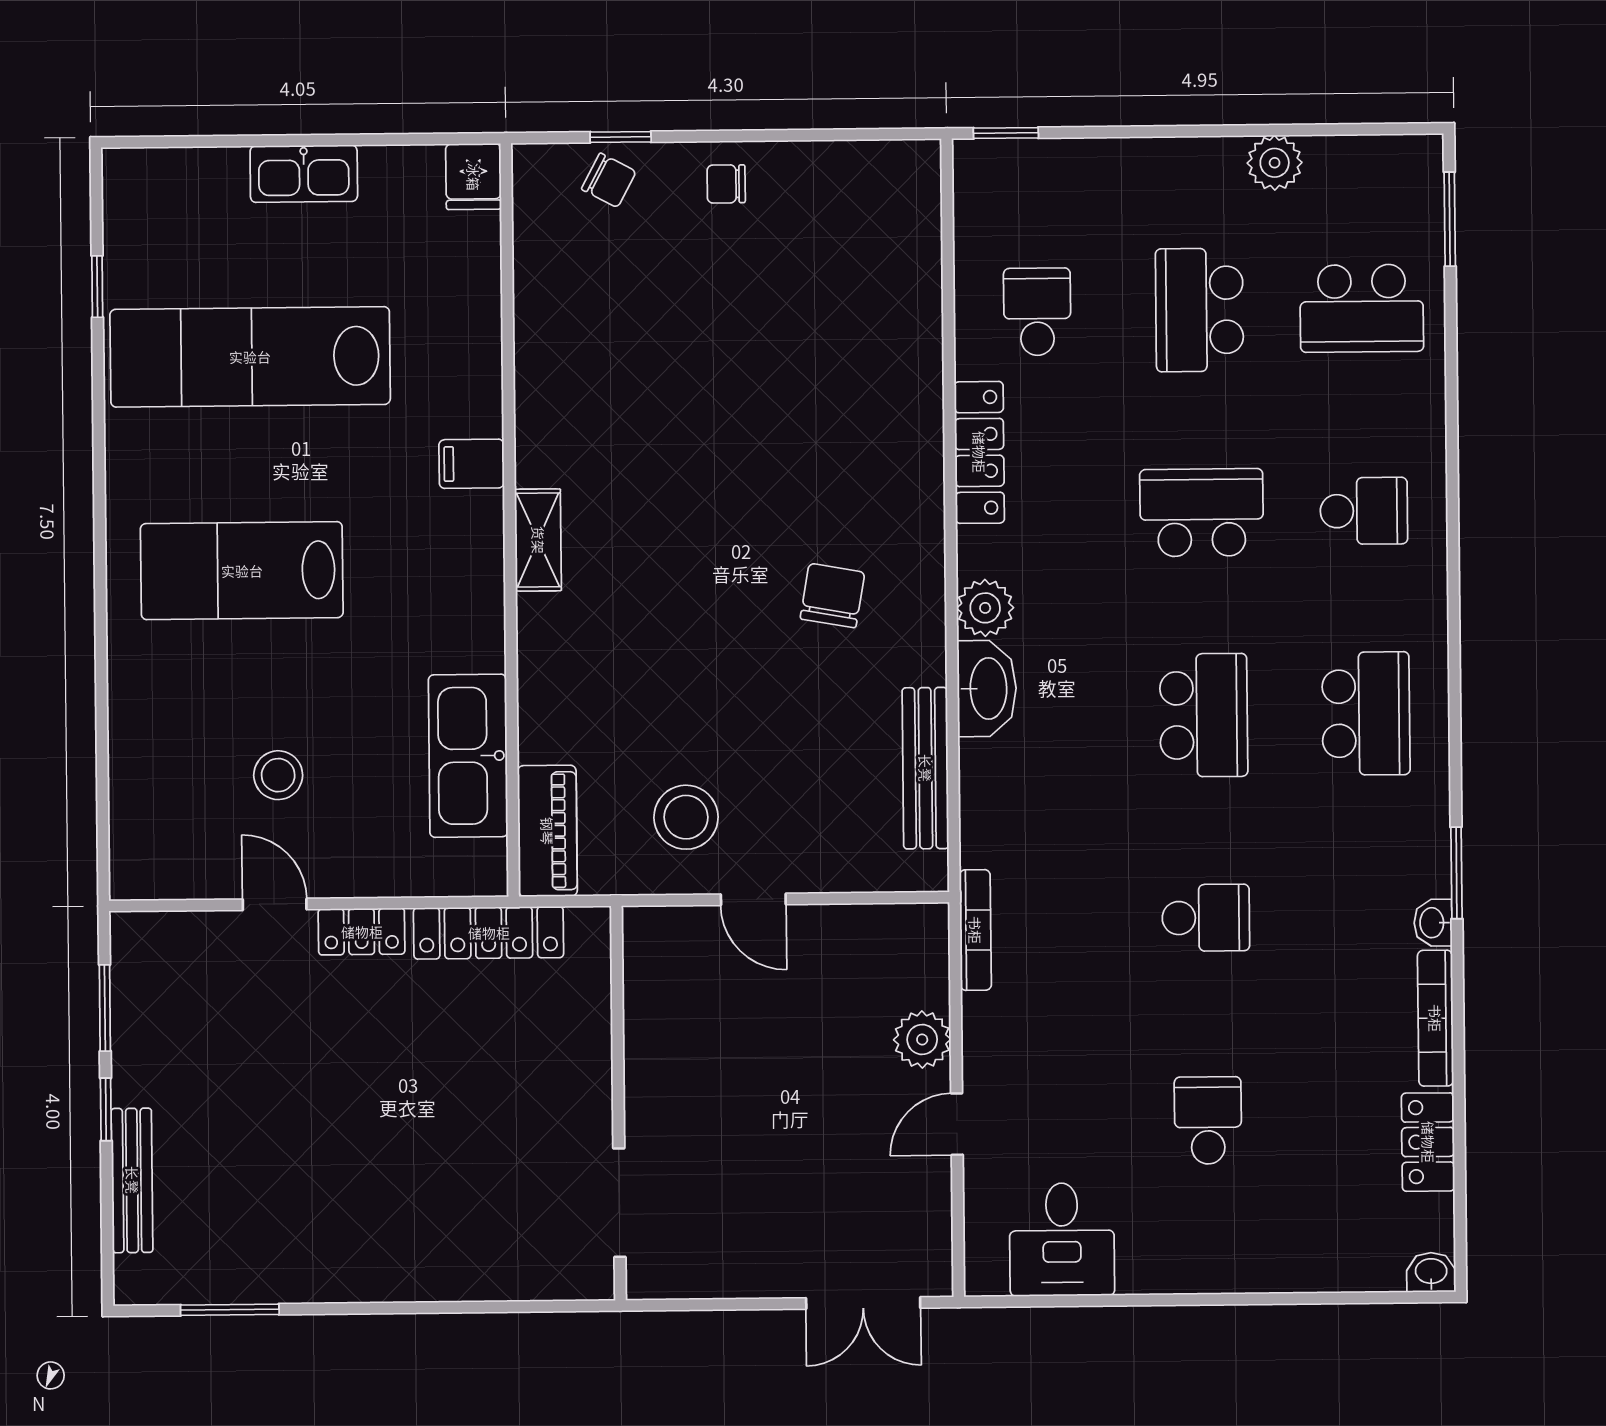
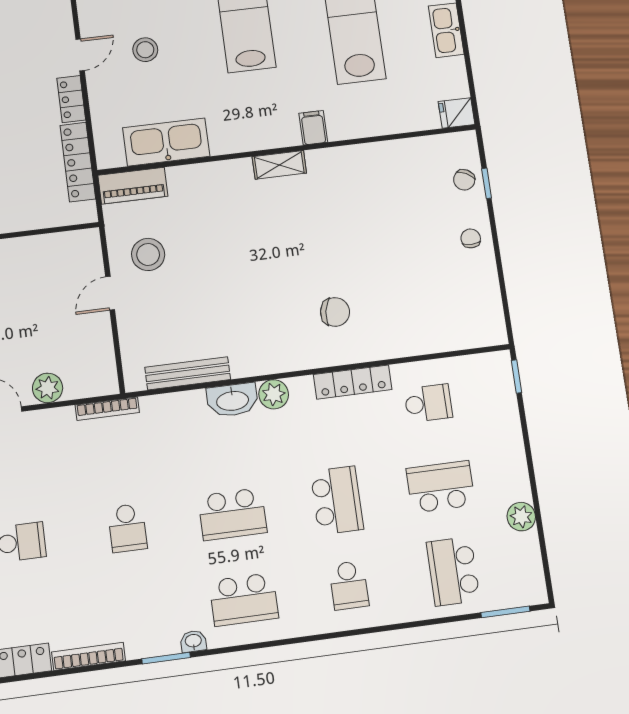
chair: (832, 596) -> (335, 312), moved
washbasin: (1433, 923) -> (193, 641), moved

